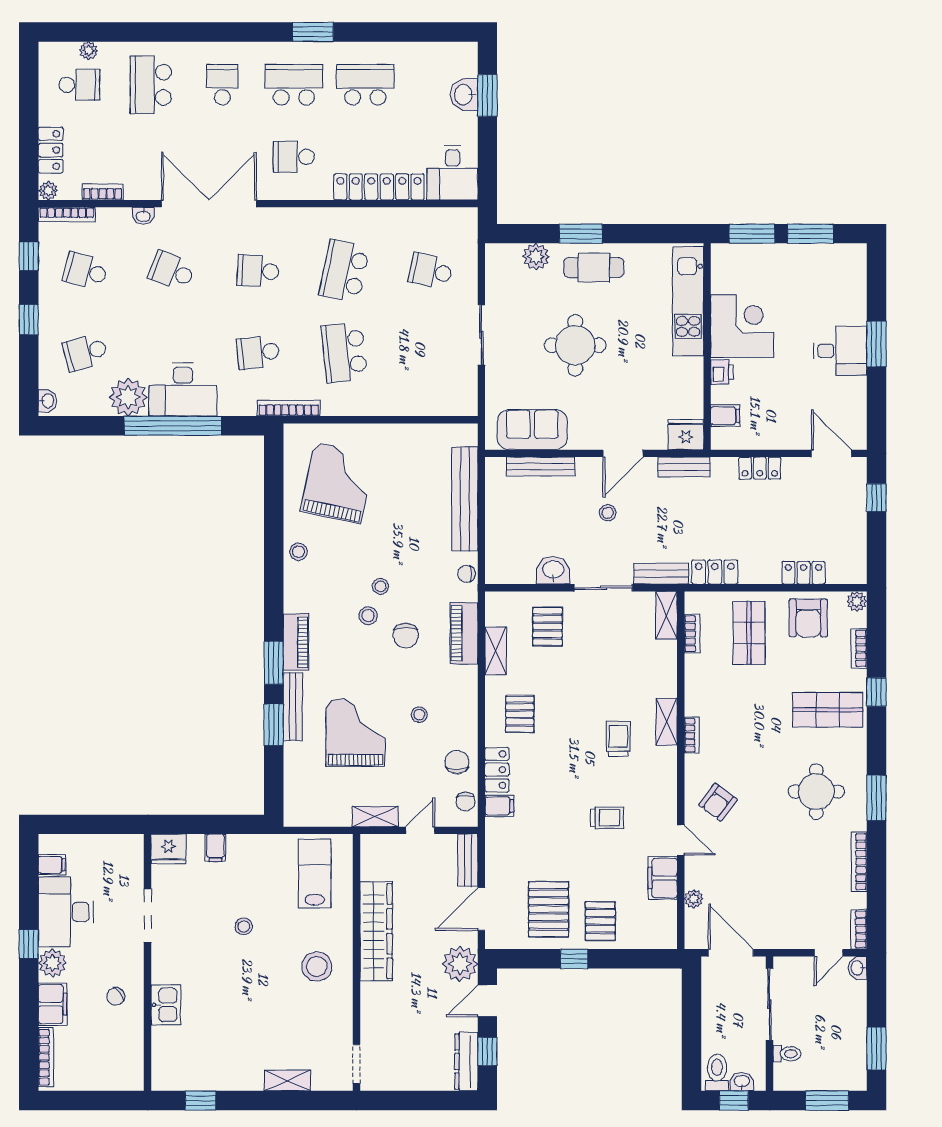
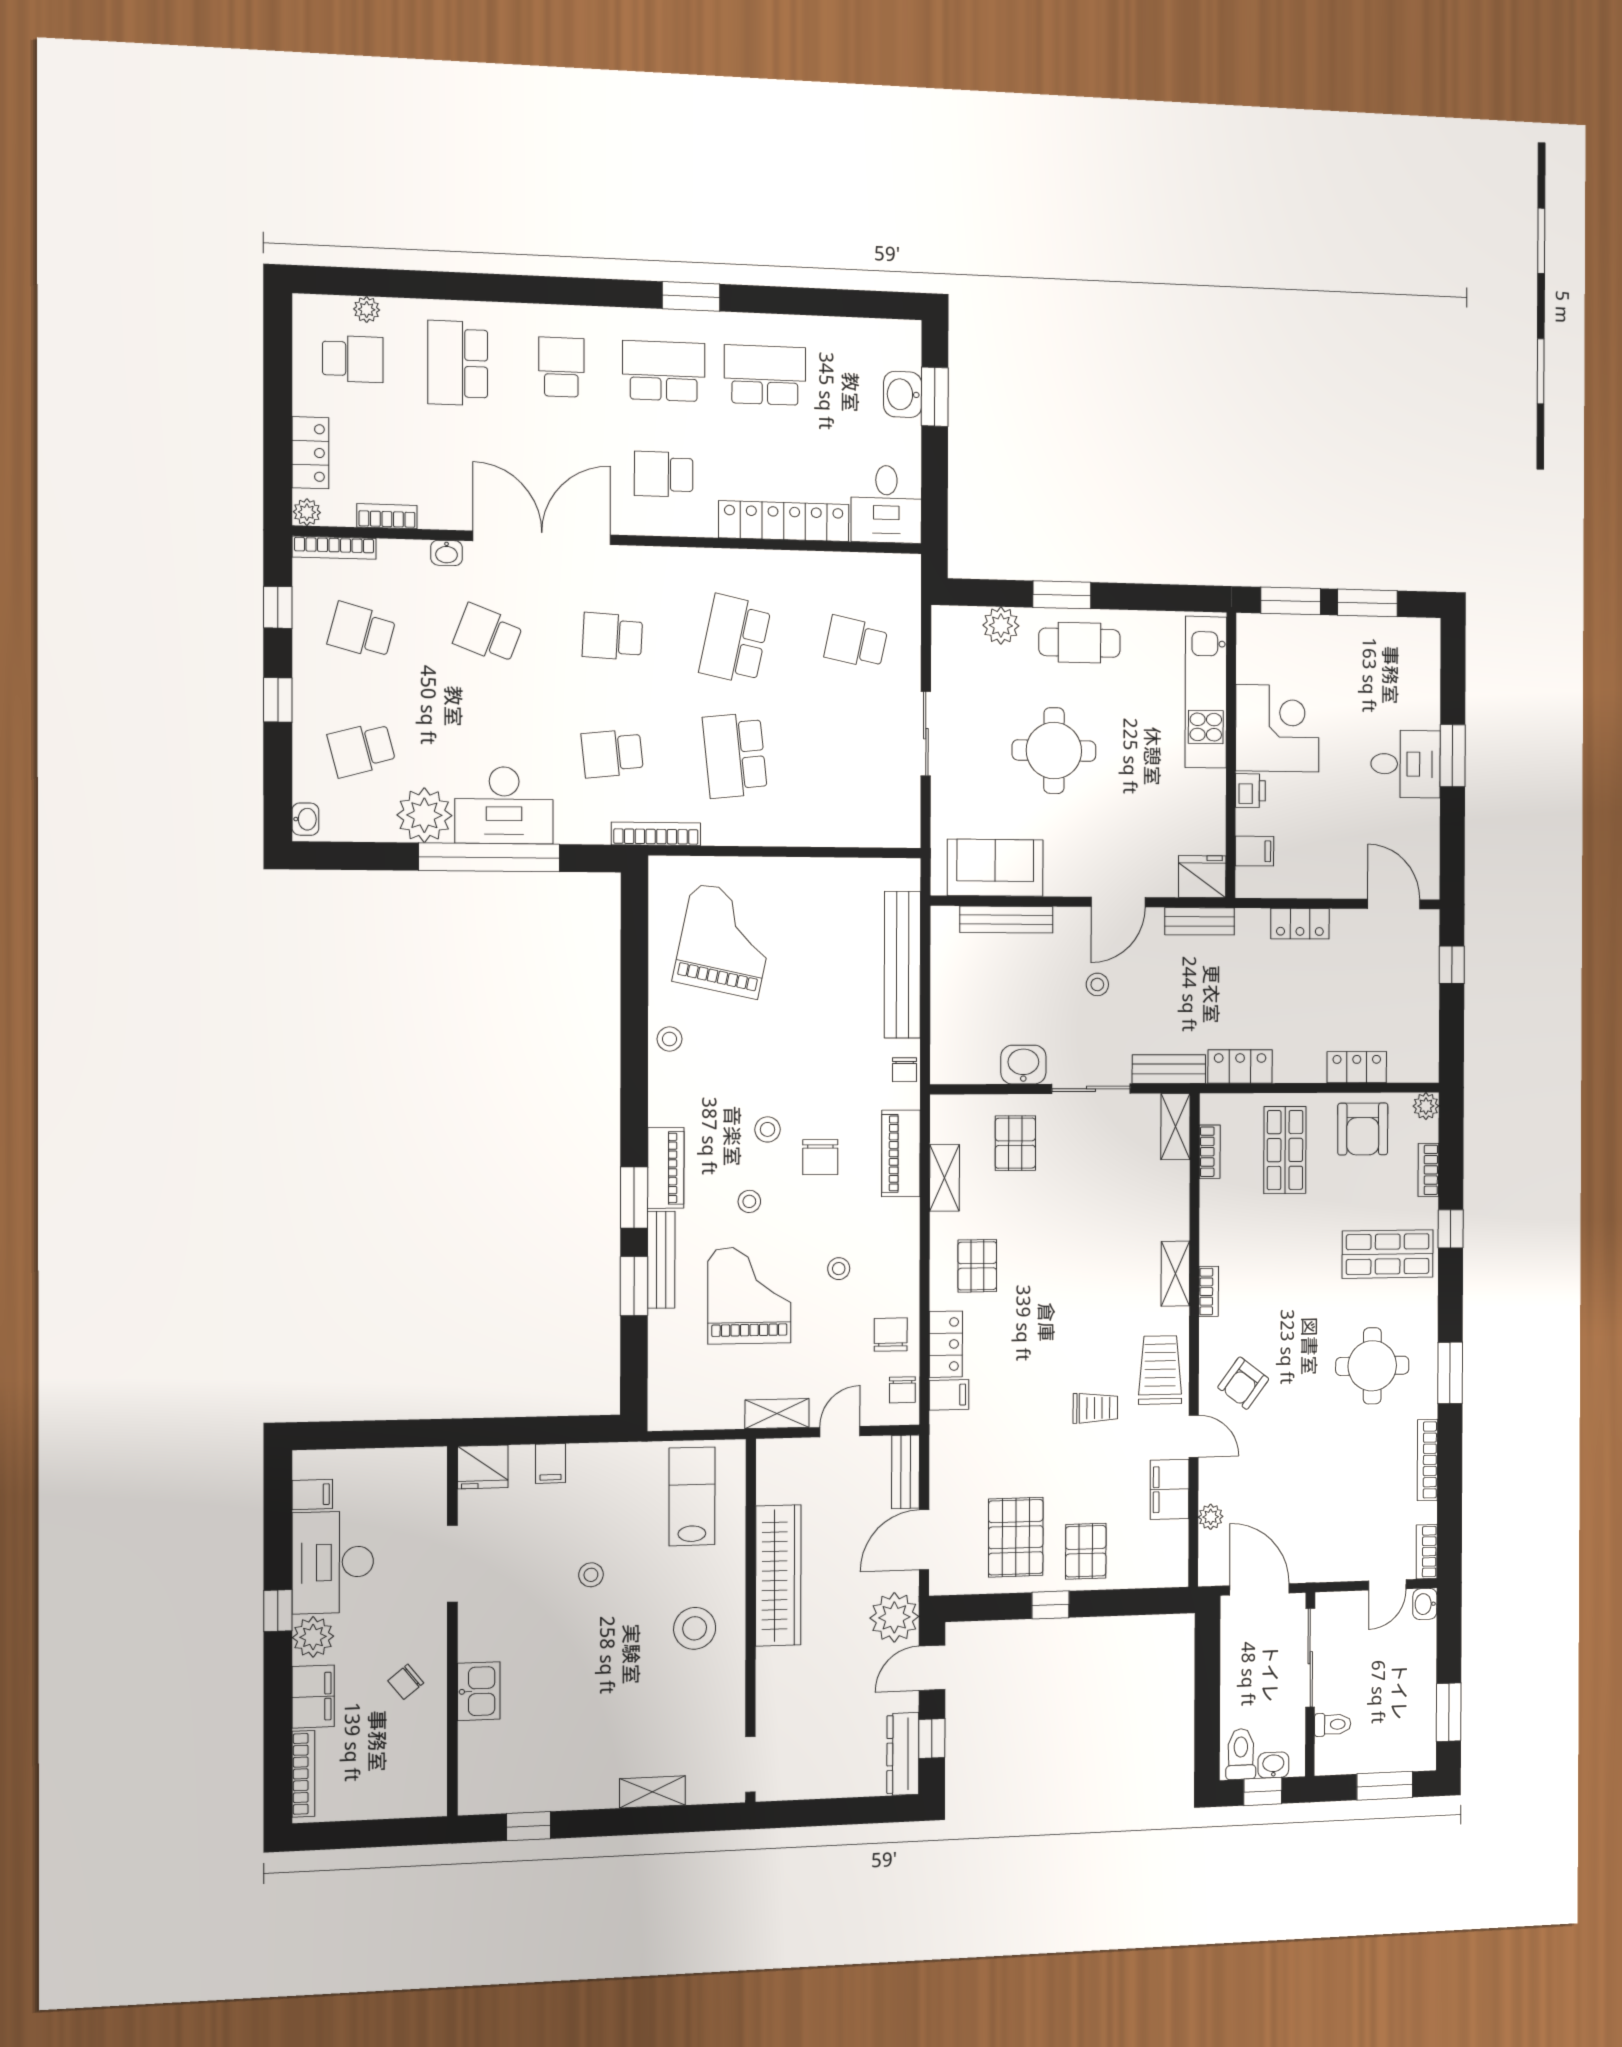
chair: (466, 574) -> (904, 1070), turned -90
stool: (381, 586) -> (749, 1201), moved
trolley: (618, 739) -> (1160, 1370), moved, width x1.36, depth x1.39

